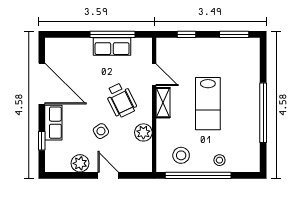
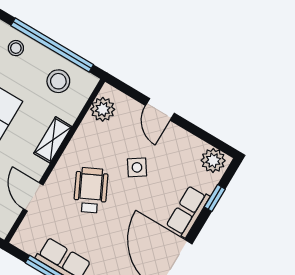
shelving: (163, 103) -> (53, 140), moved
plant: (143, 132) -> (103, 109), moved
plant: (80, 163) -> (213, 160), moved

